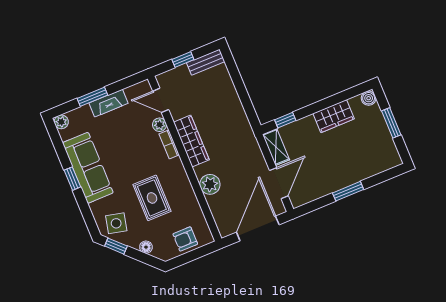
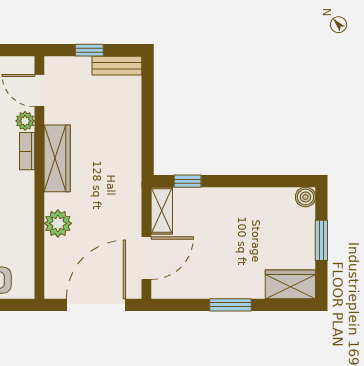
wardrobe: (334, 116) -> (290, 284), moved, turned 180

